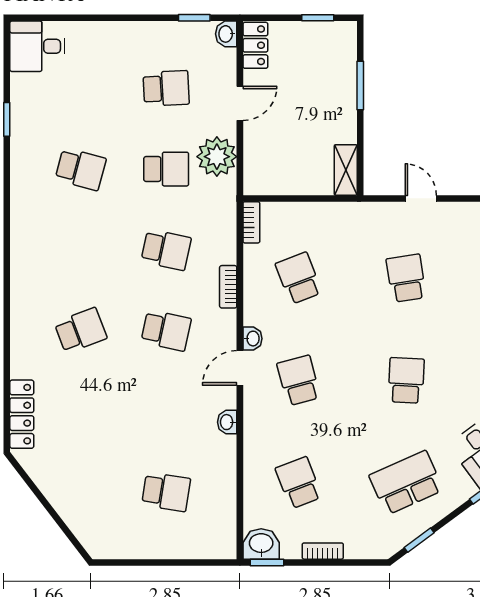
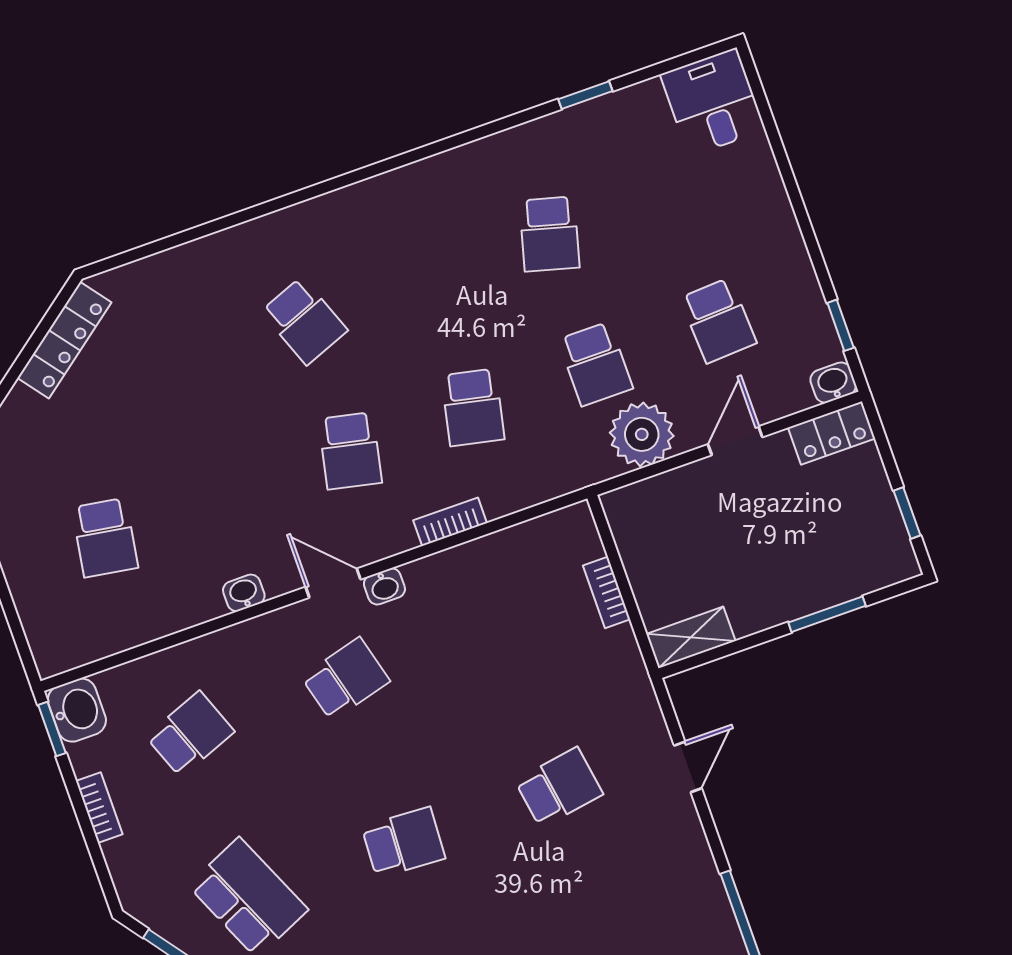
door: (240, 103) -> (735, 441), swing flipped
bookcase: (251, 222) -> (607, 592), moved, turned 90
school desk: (299, 278) -> (501, 624), removed
locker: (22, 414) -> (64, 340), moved, turned -37

